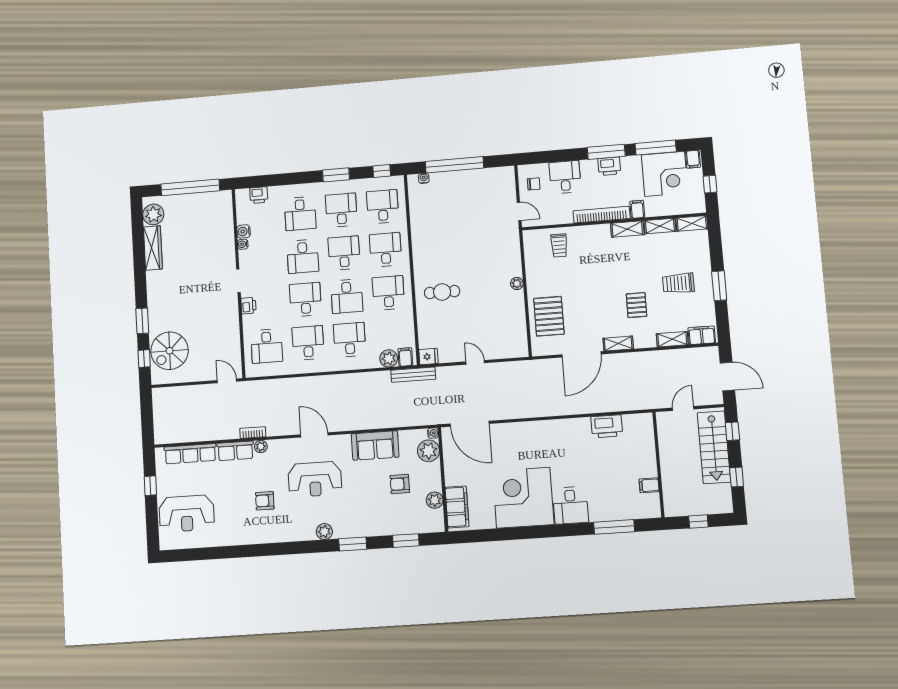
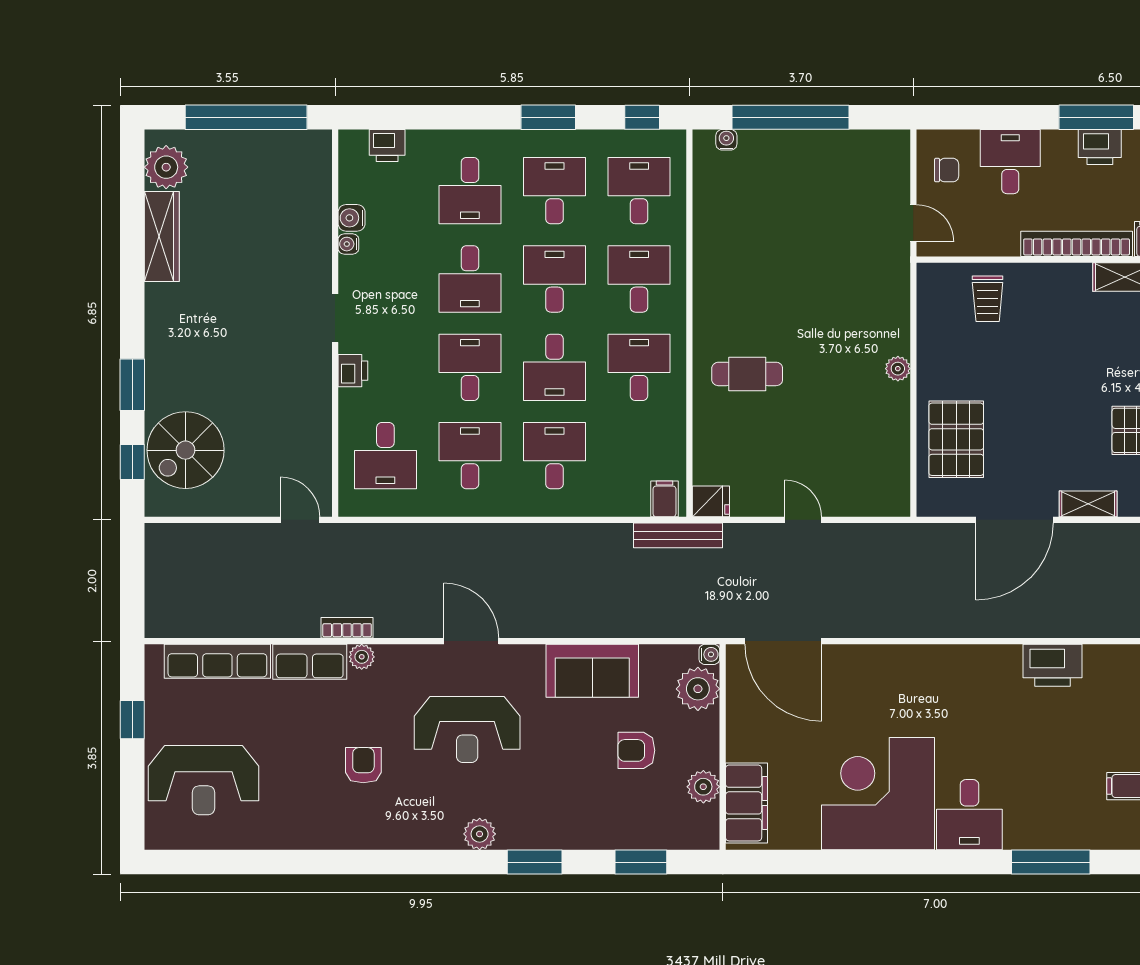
plant: (389, 358) -> (631, 499), removed
armchair: (265, 501) -> (363, 765), turned 90

